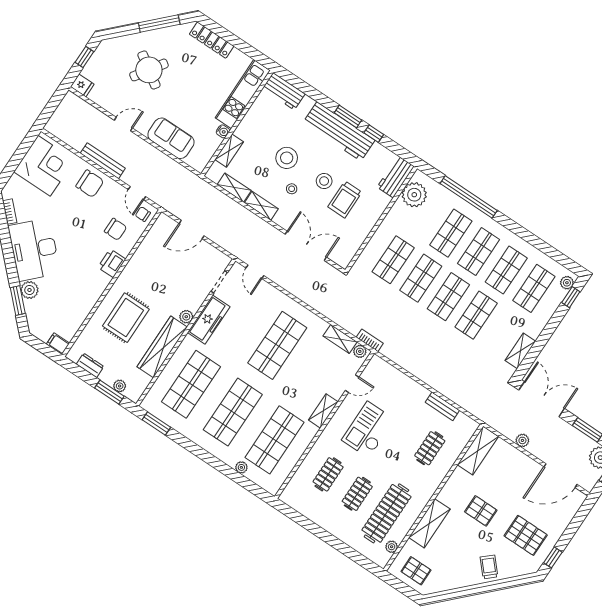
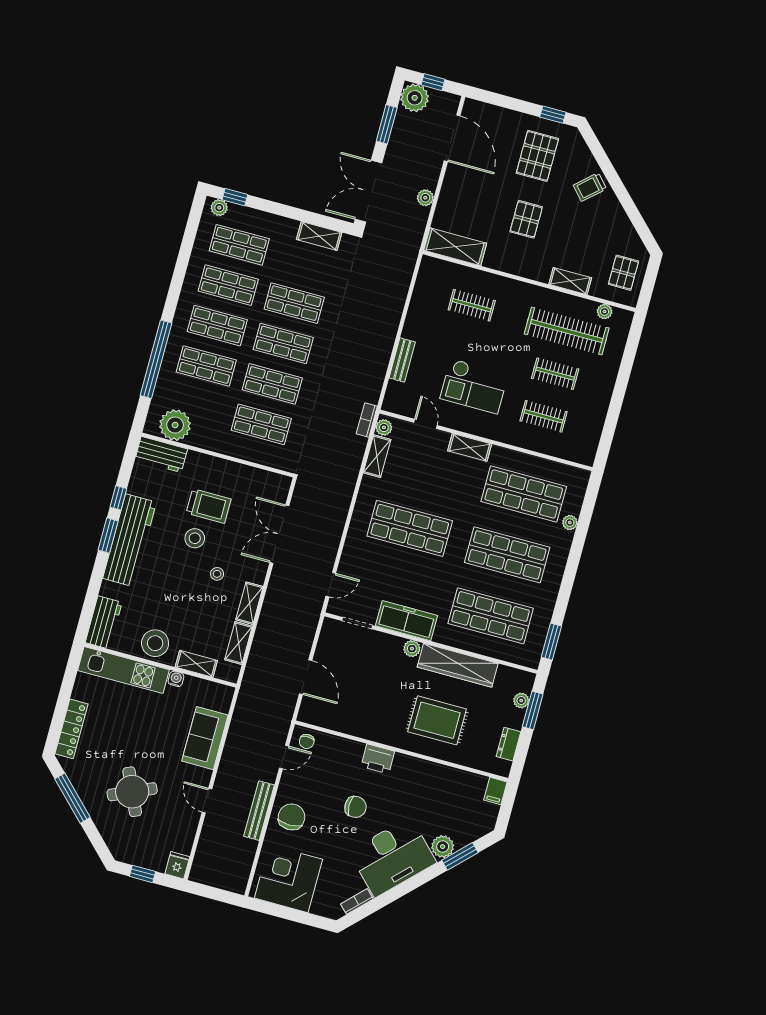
round table: (149, 70) -> (132, 792), turned 32
stool: (287, 158) -> (155, 643), moved
chair: (116, 229) -> (356, 807), moved, turned 90
bench: (442, 406) -> (402, 360), moved
shelving: (429, 523) -> (570, 281), width x0.67, depth x0.75

